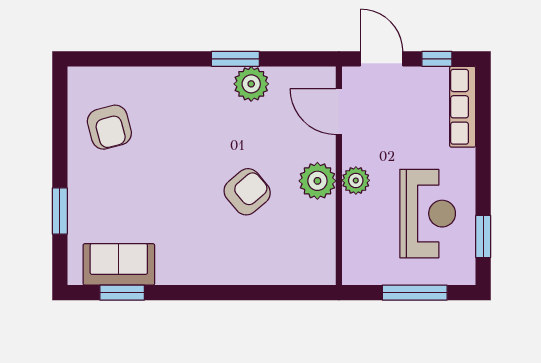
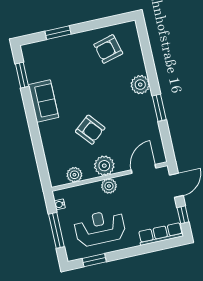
plant: (251, 84) -> (140, 85), moved
reception desk: (428, 214) -> (100, 228), turned 180
plant: (322, 238) -> (74, 175), added
sofa: (119, 264) -> (43, 101), moved
water cooler: (369, 276) -> (60, 204), added

